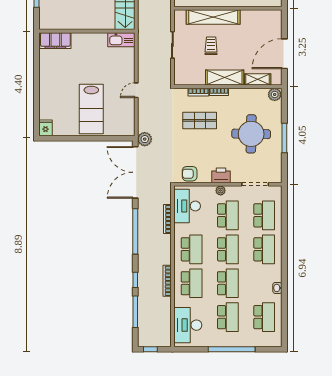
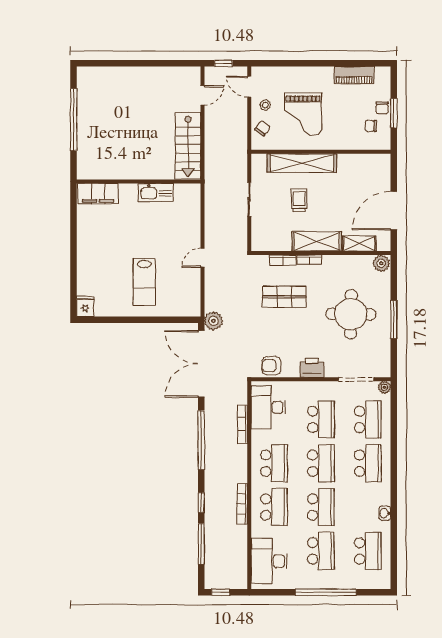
kitchen sink: (121, 40) -> (156, 192), moved
lab bench: (91, 109) -> (144, 282), width x0.73, depth x0.72
plant: (221, 191) -> (384, 387), moved

